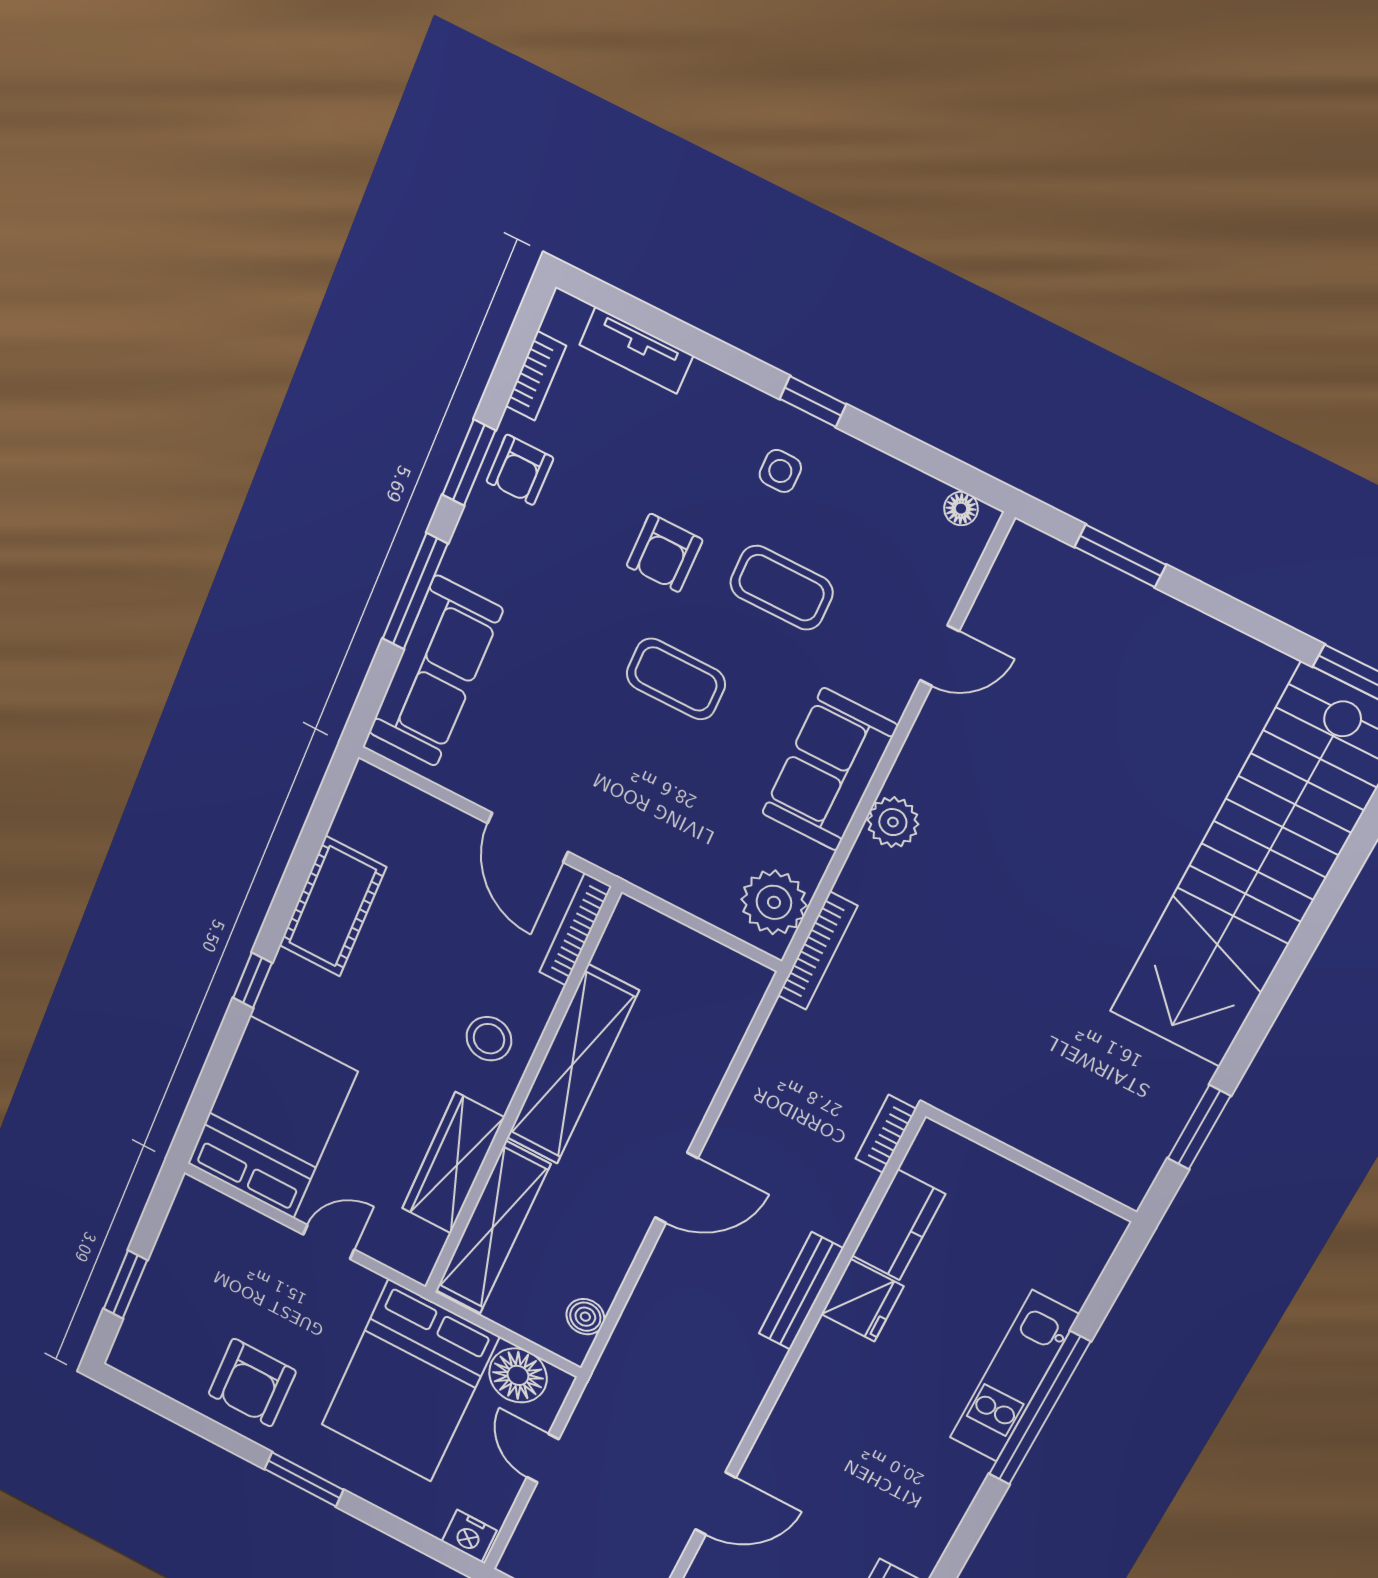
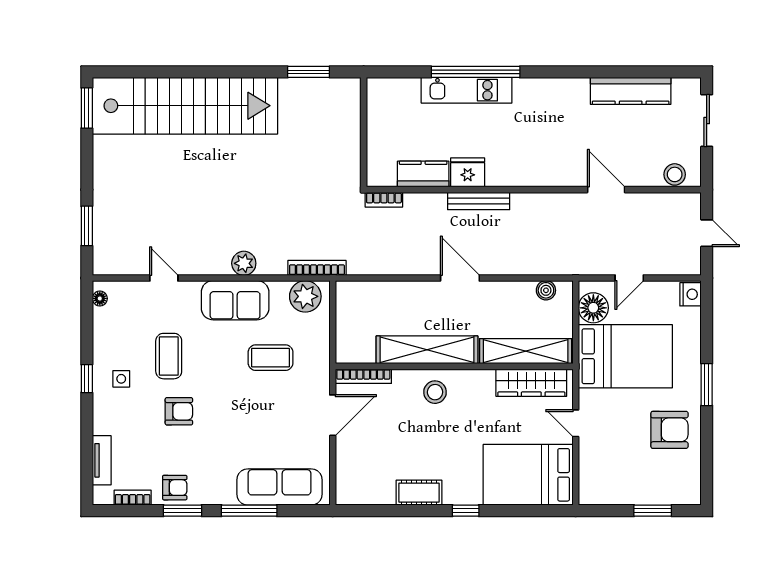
coffee table: (676, 679) -> (271, 358), moved, turned 90
cot: (333, 906) -> (419, 493), width x0.73, depth x0.75
wardrobe: (453, 1163) -> (531, 383), moved

